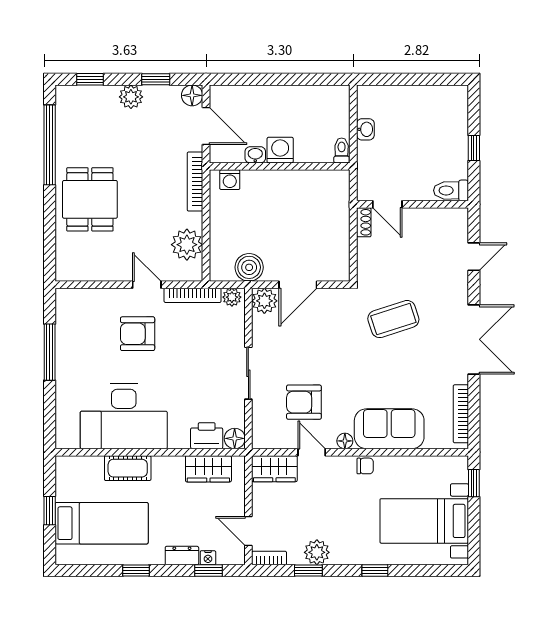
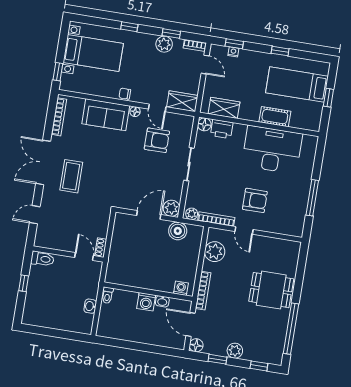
dining table: (90, 199) -> (271, 290), turned 90
coffee table: (393, 319) -> (71, 176), moved, turned -72
dresser: (182, 556) -> (250, 56), removed

